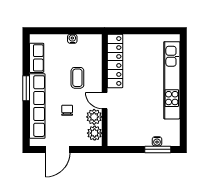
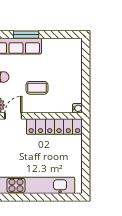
water cooler: (72, 39) -> (77, 108), moved
row of seats: (37, 58) -> (58, 45), removed

